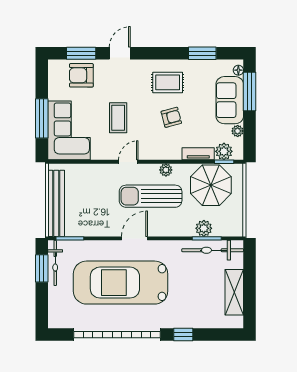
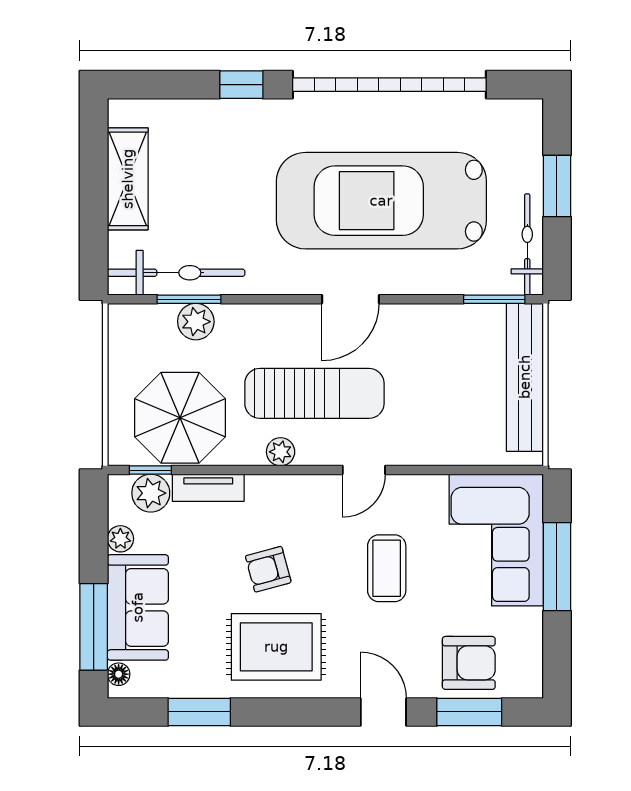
door: (120, 53) -> (383, 712), swing flipped
rug: (168, 82) -> (276, 647), width x1.36, depth x1.43
window: (42, 268) -> (557, 186), moved
car: (121, 283) -> (381, 201), turned 180

